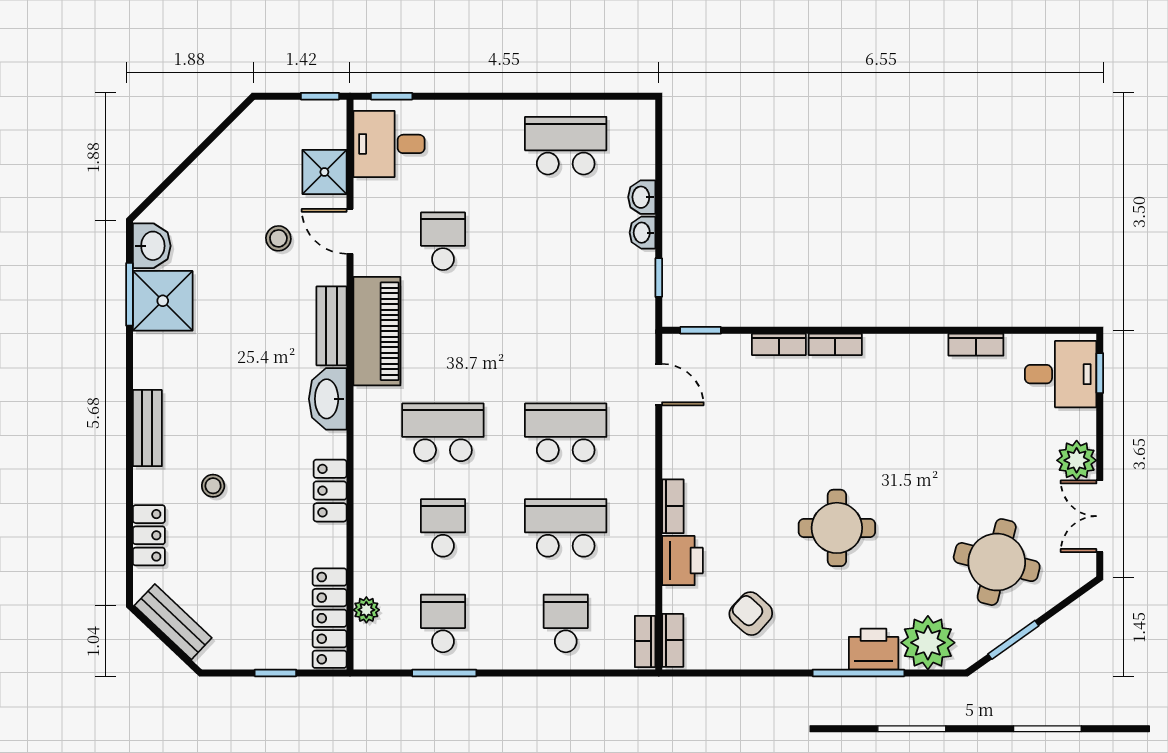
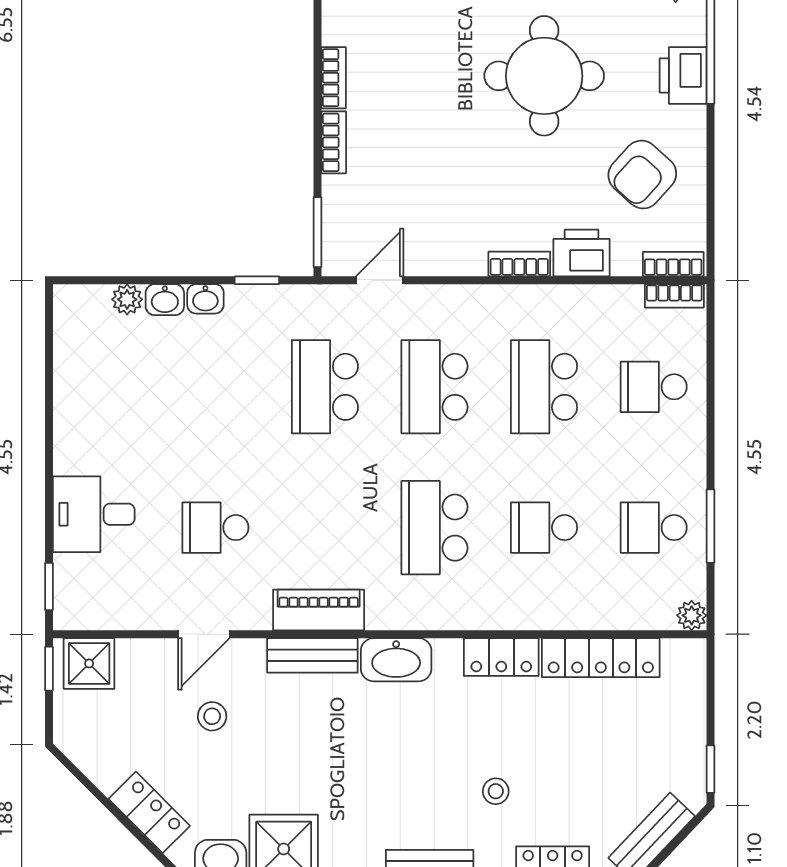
desk: (389, 144) -> (94, 514), moved, turned 90
school desk: (566, 146) -> (325, 387), moved
plant: (642, 164) -> (127, 299), added
shower: (324, 172) -> (89, 663), moved
locker: (195, 184) -> (149, 812), added
window: (701, 330) -> (317, 232), width x1.50
piano: (377, 331) -> (319, 610), width x0.73, depth x0.75
round table: (837, 528) -> (544, 76), width x1.36, depth x1.36
plant: (366, 610) -> (692, 615), moved
armchair: (751, 614) -> (642, 175), width x1.38, depth x1.38
locker: (330, 618) -> (601, 658), moved
printer: (874, 649) -> (683, 76), moved
window: (275, 673) -> (710, 769), moved

